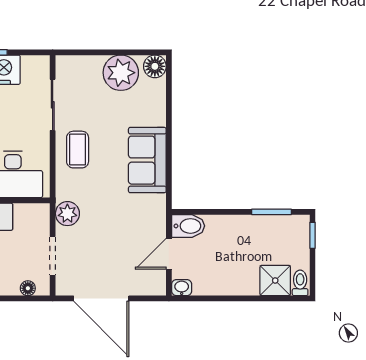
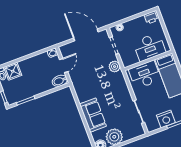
coffee table: (78, 150) -> (121, 96), removed
sofa: (147, 160) -> (93, 115), moved

